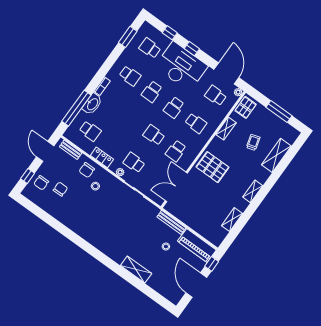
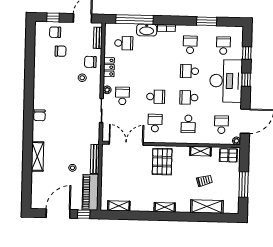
window: (128, 37) -> (207, 21), moved
school desk: (130, 76) -> (190, 45), turned 180
school desk: (90, 131) -> (124, 43), turned -90
school desk: (154, 135) -> (156, 97), turned 90
school desk: (176, 151) -> (155, 123), turned 90
shelving: (232, 220) -> (119, 206), moved
chair: (102, 244) -> (39, 115), added

